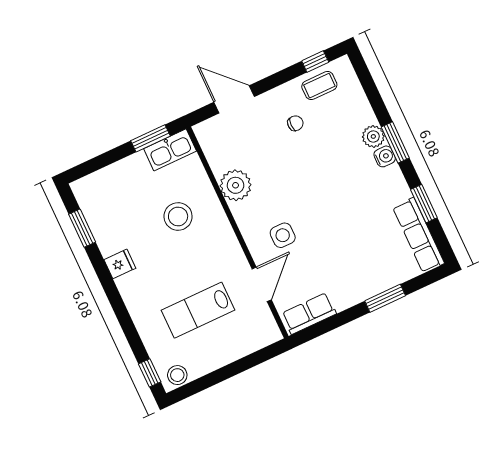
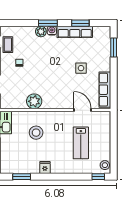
side table: (283, 235) -> (81, 68), moved
row of seats: (418, 235) -> (75, 32), moved
window: (385, 298) -> (114, 48), moved
row of seats: (309, 314) -> (105, 90), width x1.48

